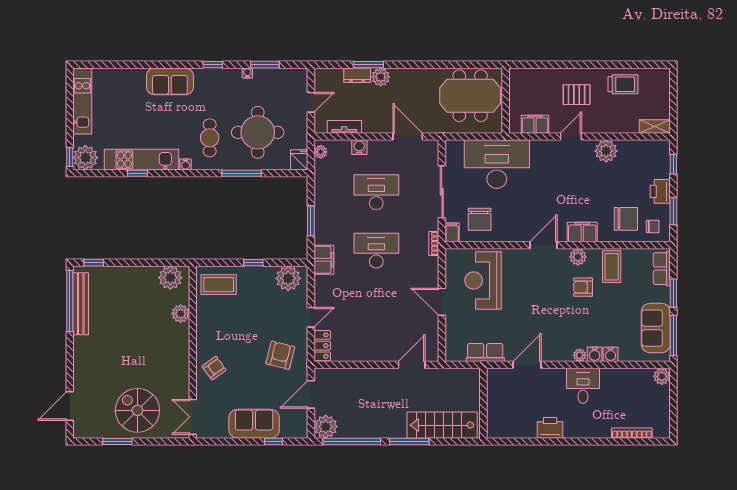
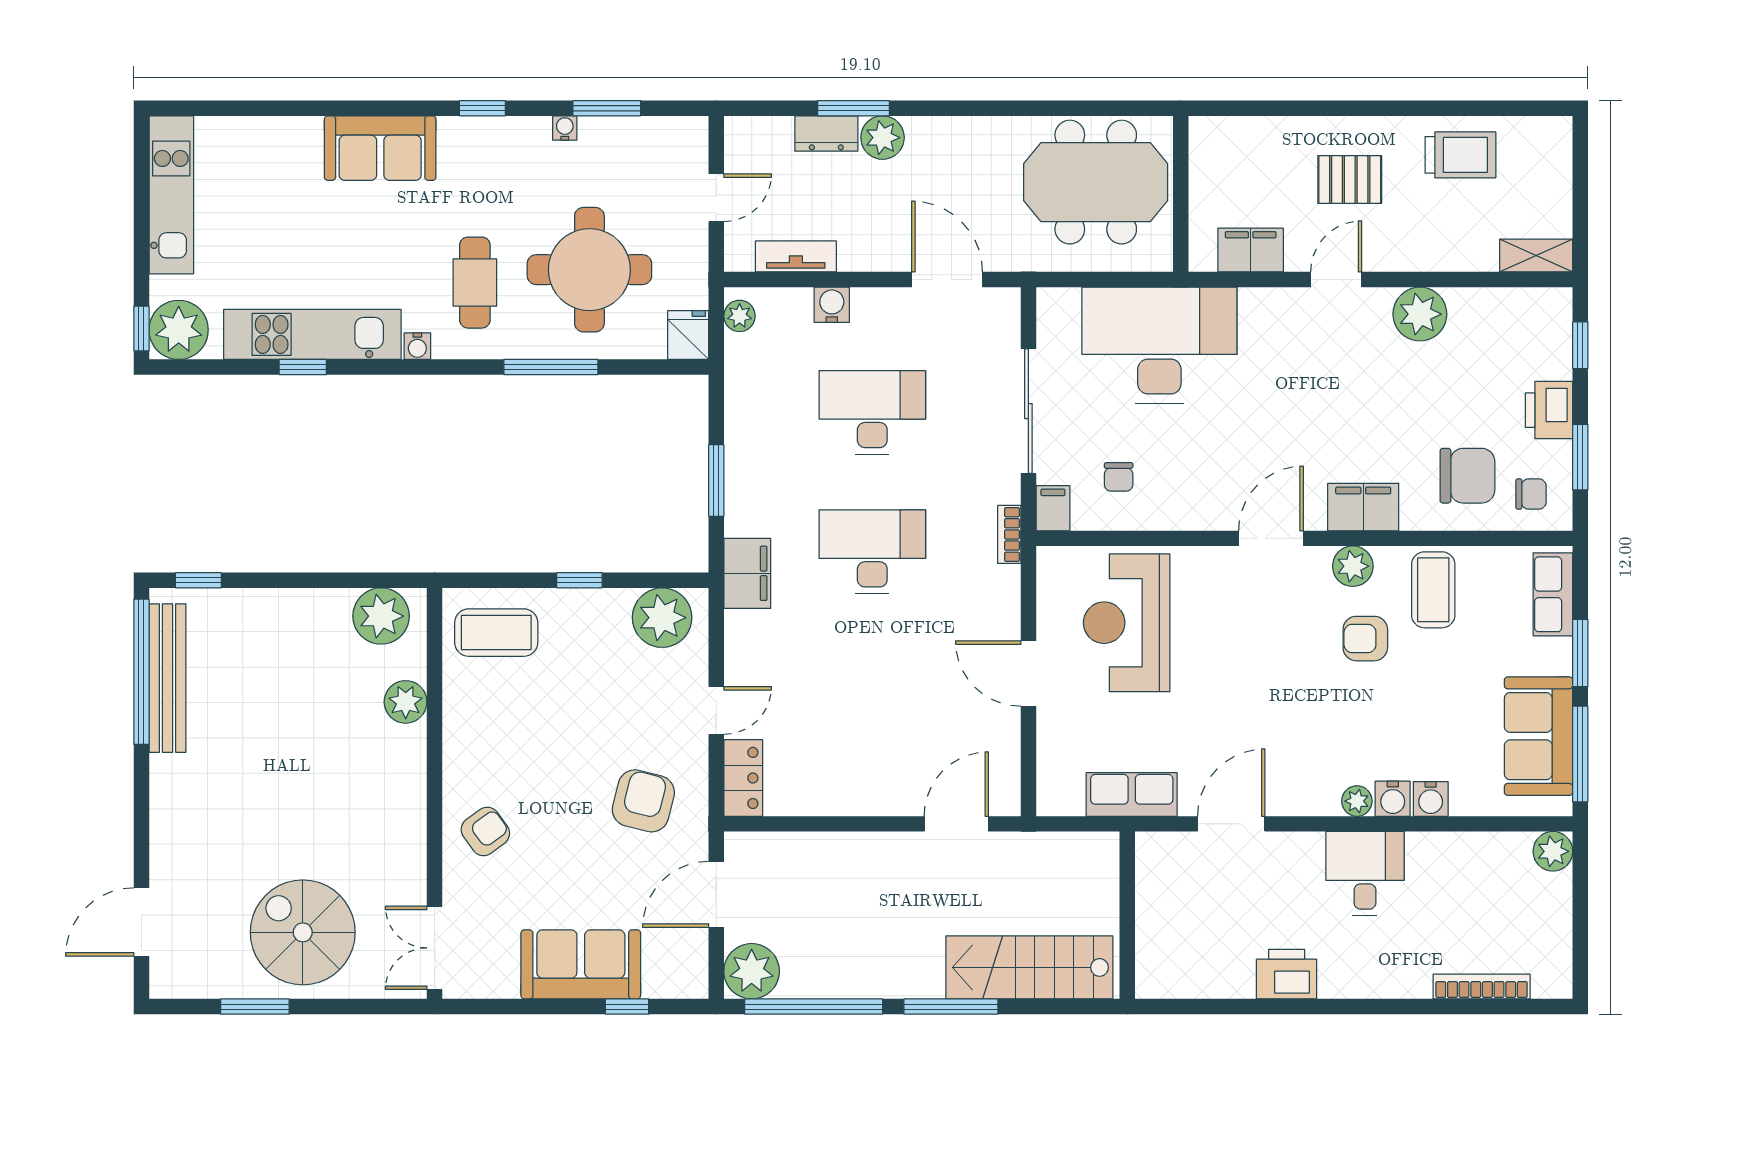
chair: (480, 219) -> (1119, 477), width x0.54, depth x0.54

